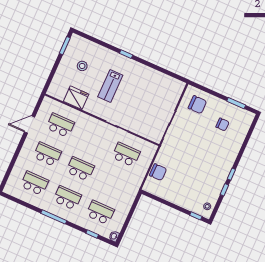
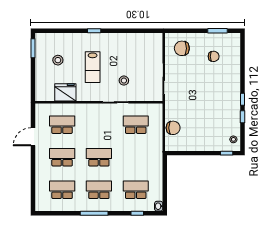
chair: (197, 105) -> (182, 48), turned 180
stool: (133, 110) -> (124, 81), added

